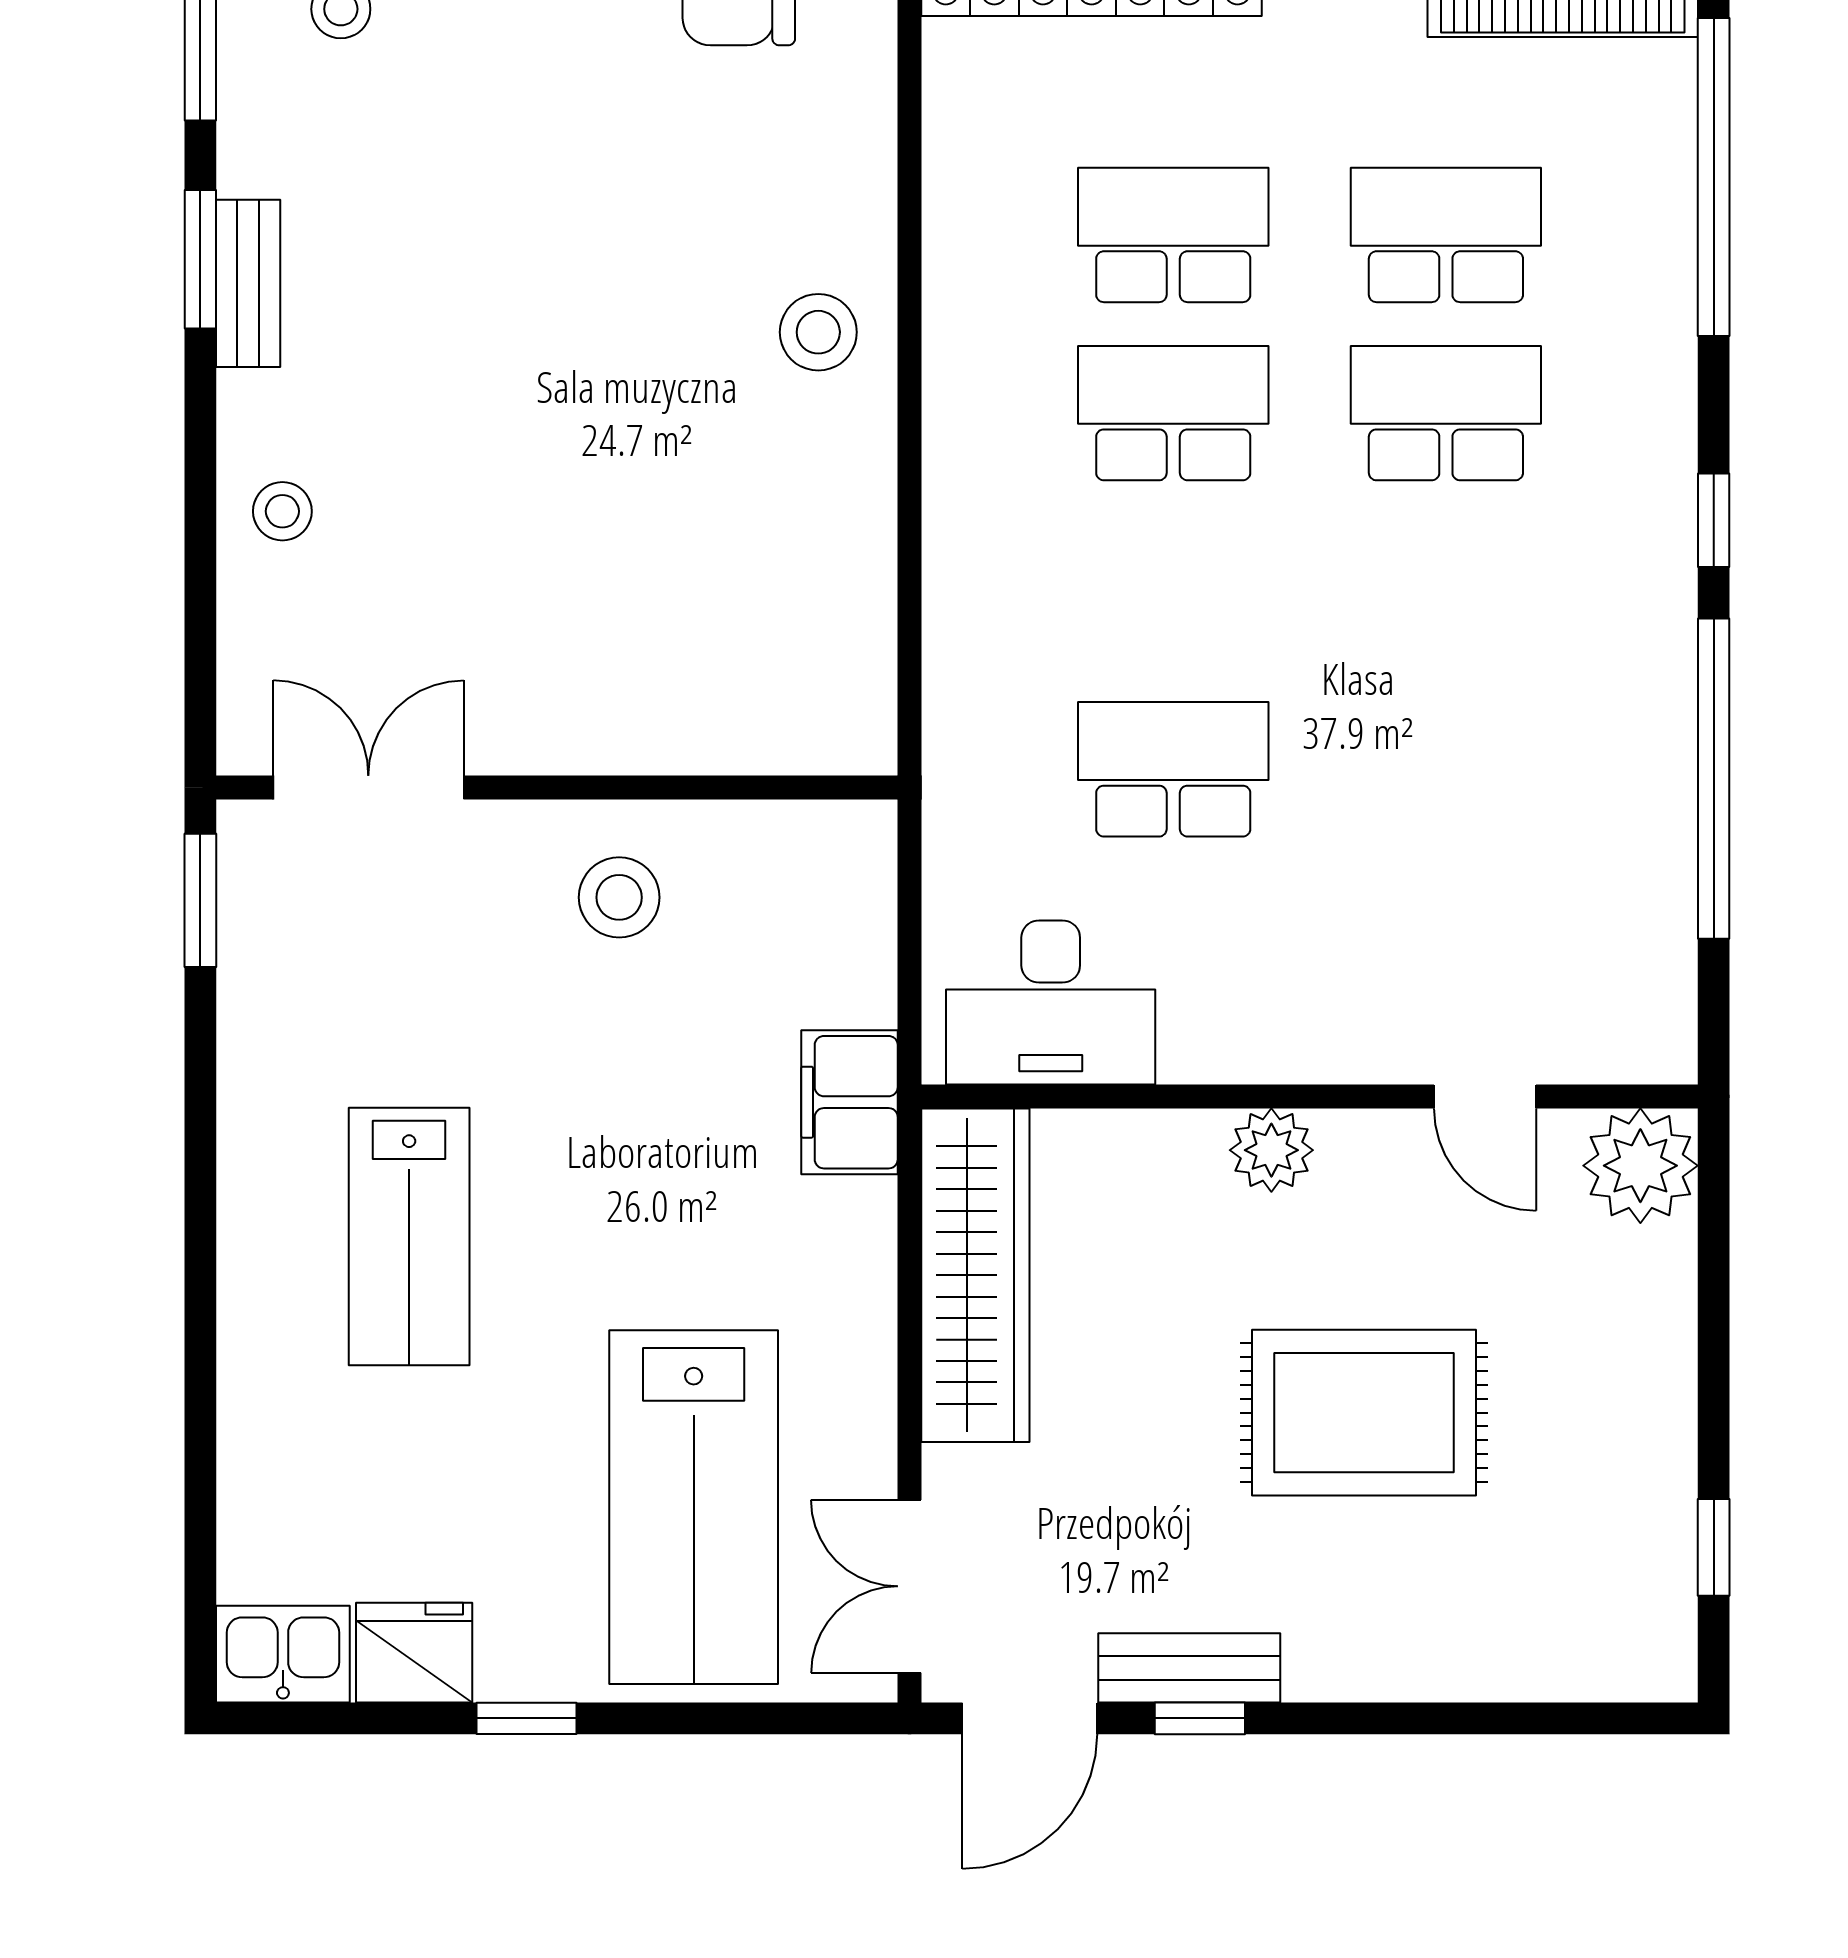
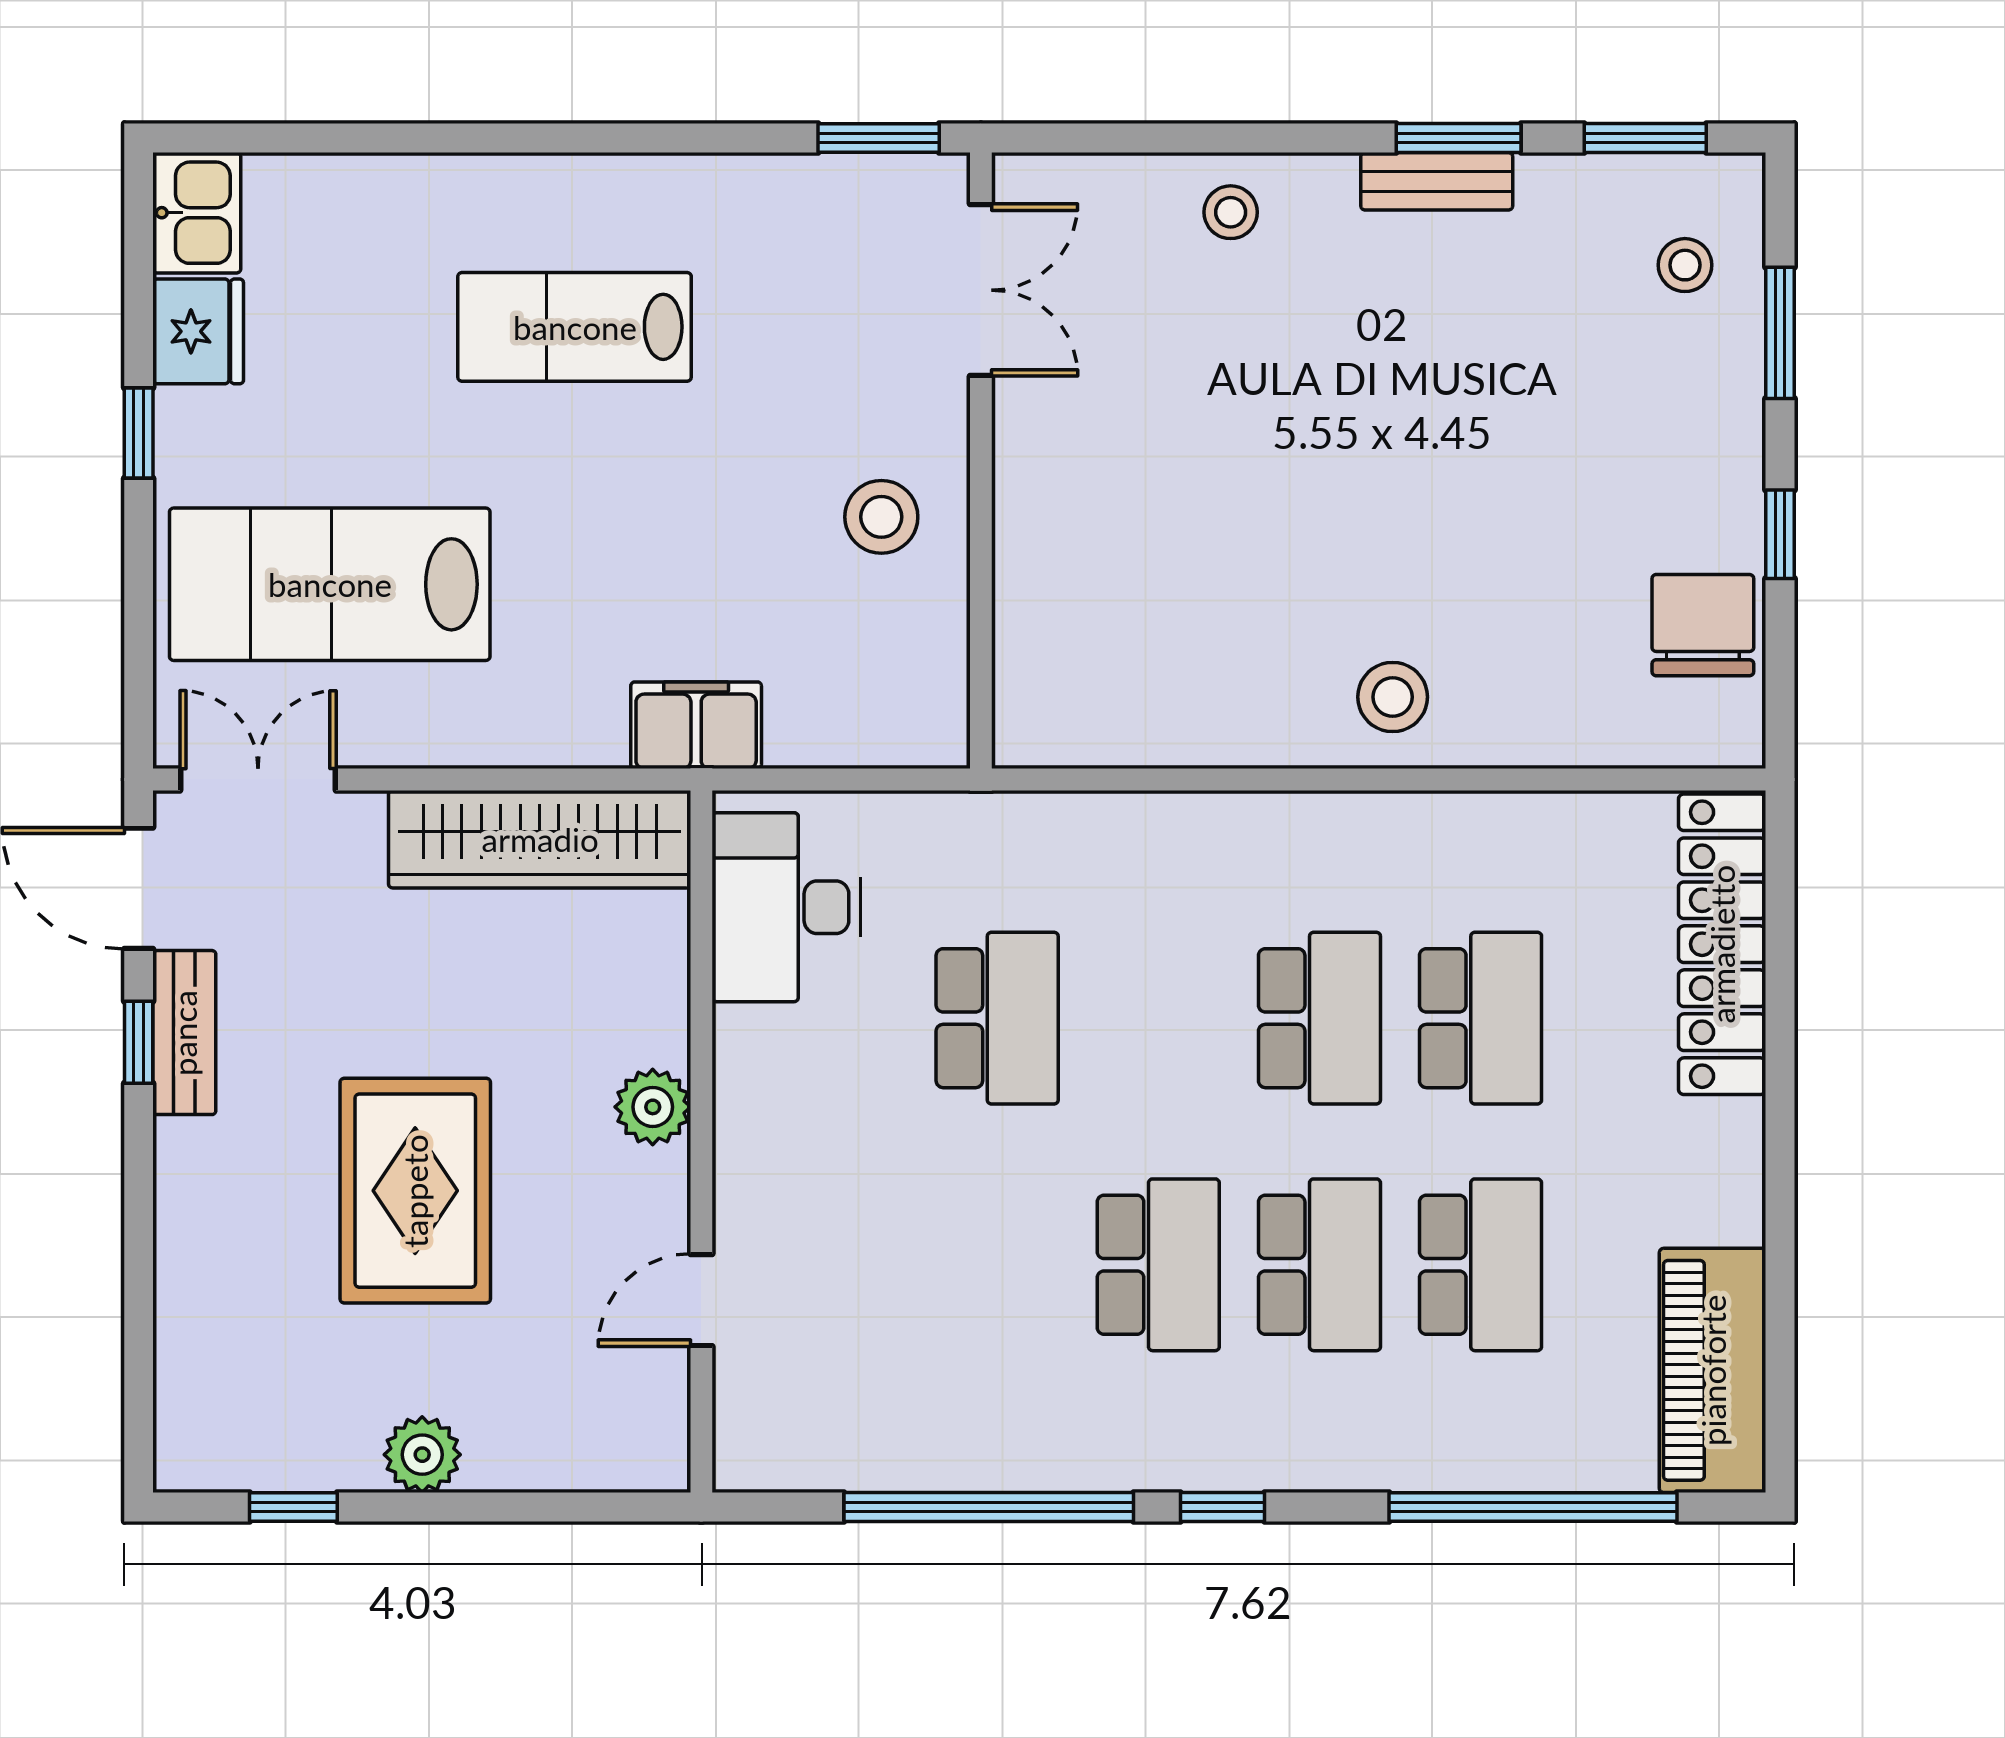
school desk: (1446, 591) -> (1158, 1265), added
plant: (1640, 1166) -> (422, 1455), moved, width x0.73, depth x0.73

